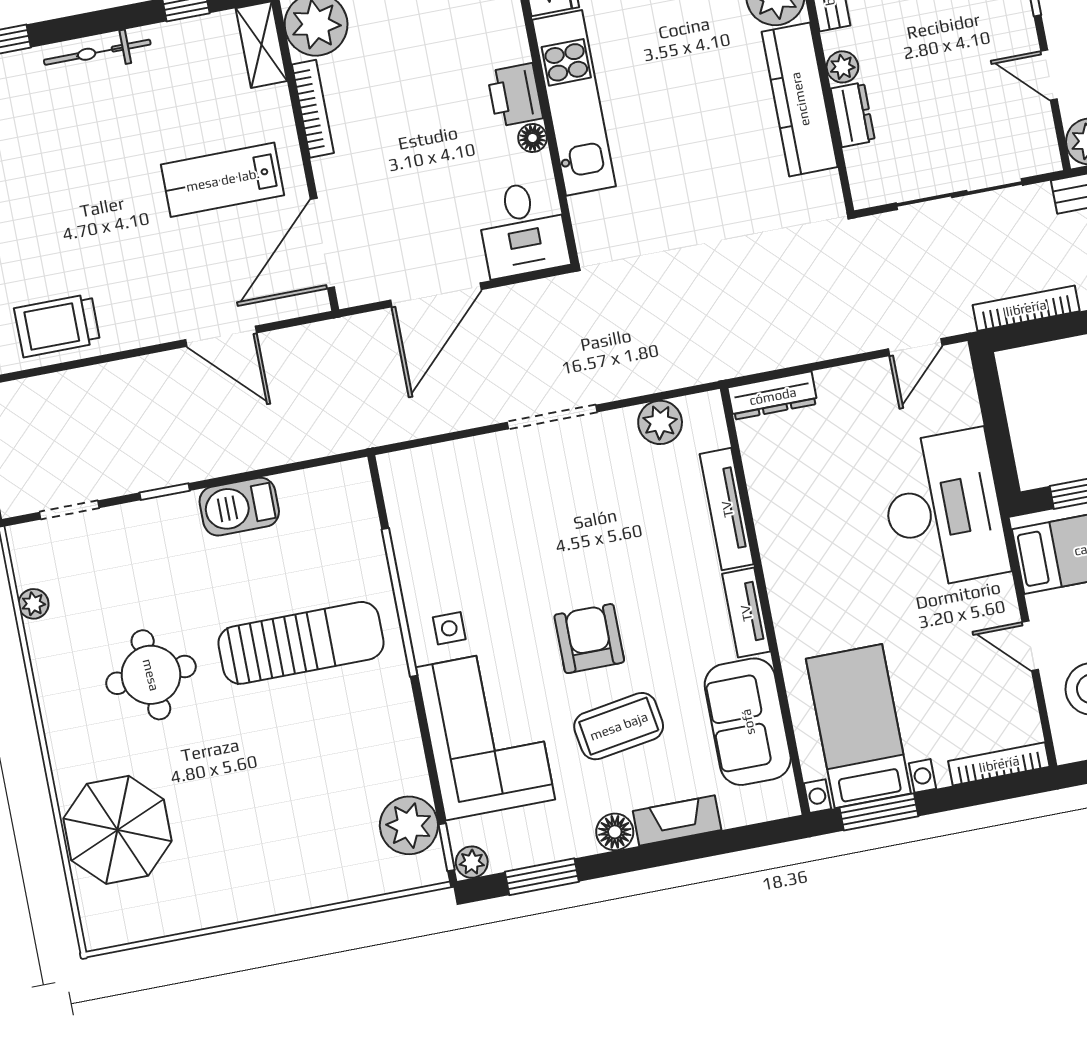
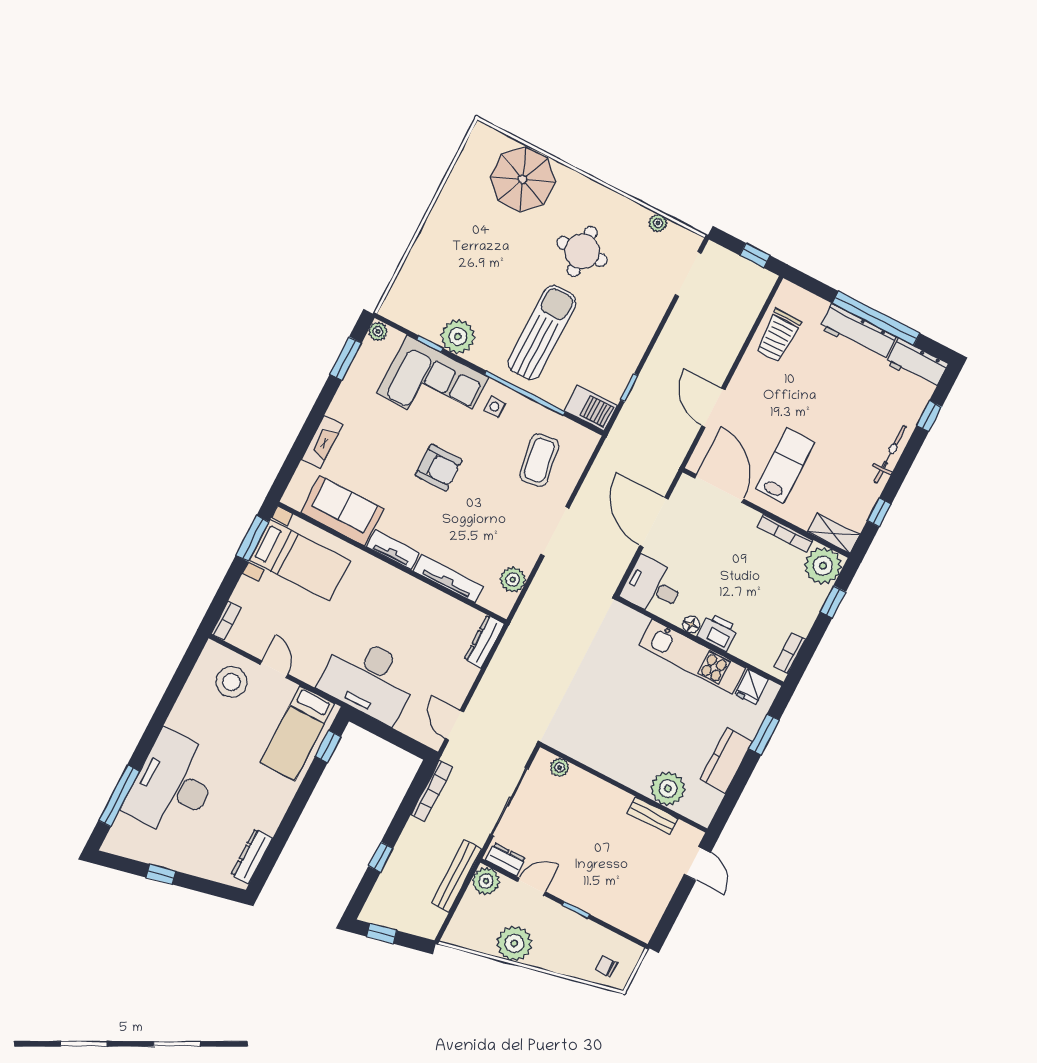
plant: (842, 67) -> (560, 767), moved
kitchen counter: (800, 99) -> (611, 762), removed
dresser: (853, 115) -> (506, 859), moved, turned 180
trolley: (57, 325) -> (778, 336), turned 180
door: (221, 336) -> (713, 408), hinge flipped
window: (165, 492) -> (629, 388), moved
barbecue: (239, 507) -> (591, 408), moved, turned 90
doorway: (69, 510) -> (688, 274), width x1.38
sun lounger: (301, 643) -> (542, 333), turned 180
door: (1030, 646) -> (274, 669), hinge flipped
coffee table: (619, 726) -> (539, 460), moved
bookcase: (999, 764) -> (226, 621), width x0.64
plant: (409, 825) -> (458, 336), moved
floor lamp: (615, 832) -> (340, 409), removed
window: (447, 847) -> (430, 344), moved

